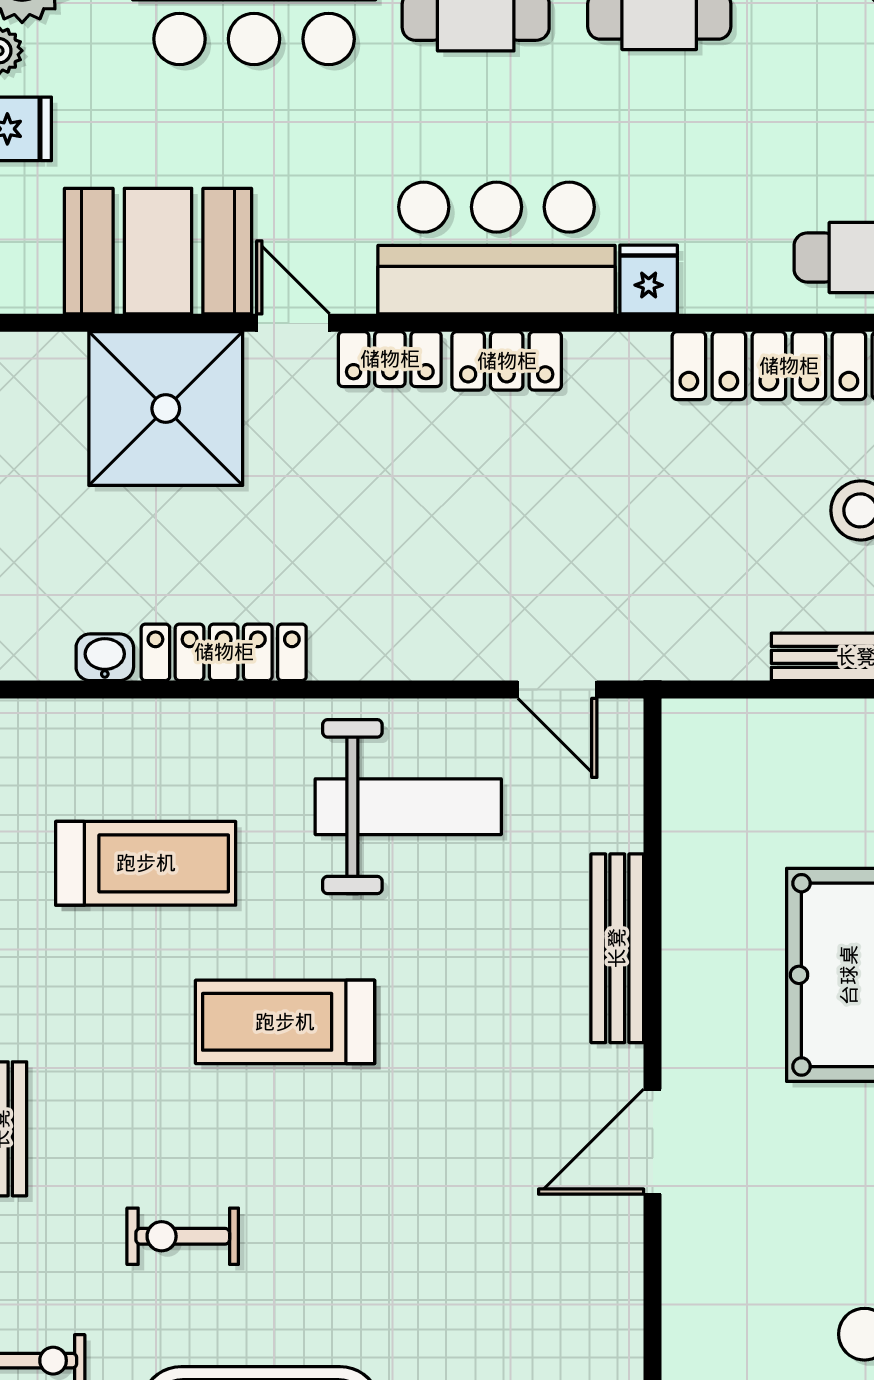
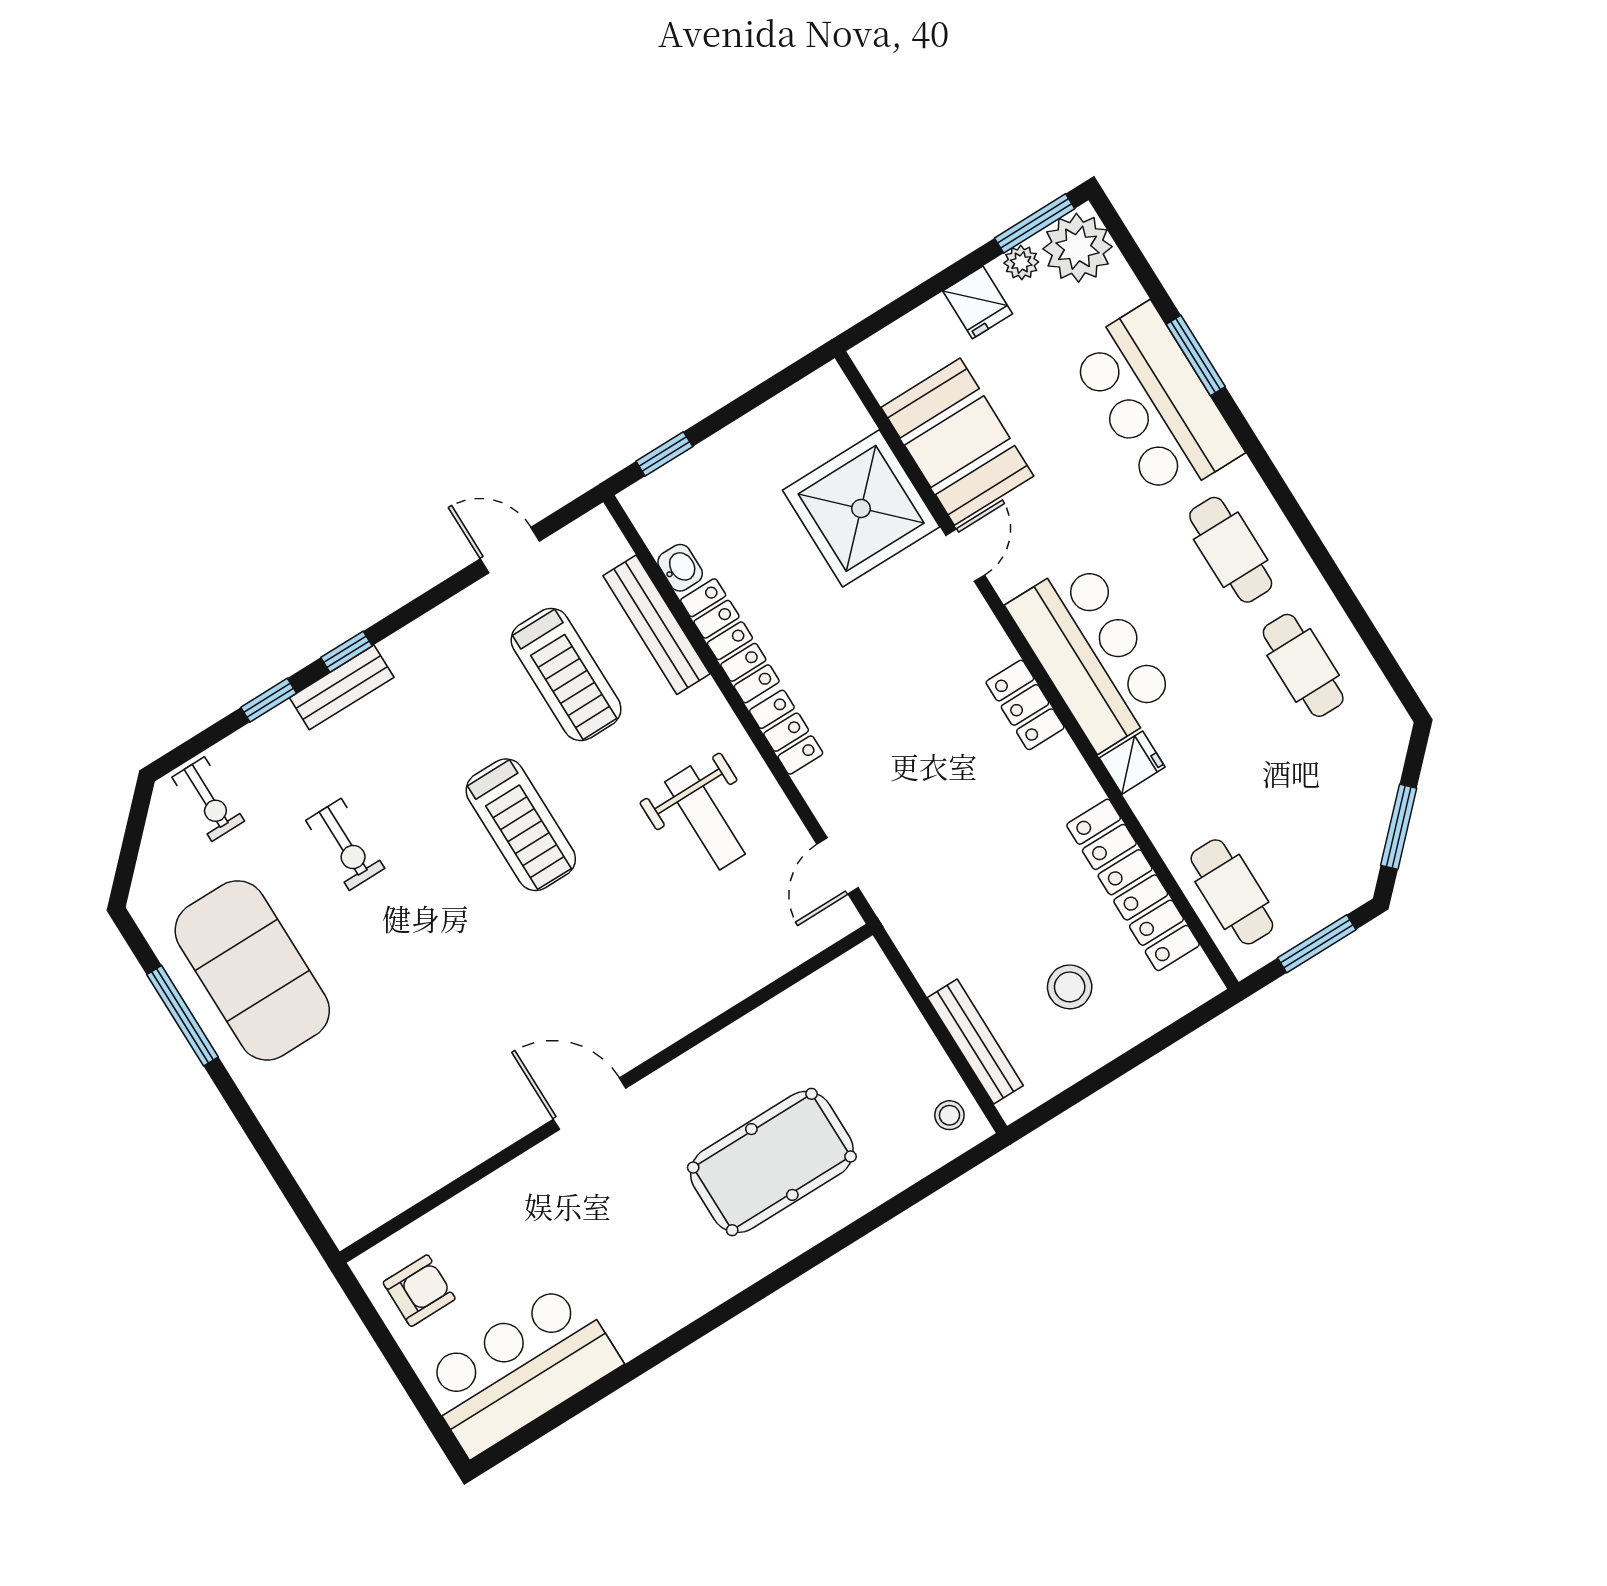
locker: (390, 359) -> (786, 732), moved, turned 180
weight bench: (408, 807) -> (705, 818), width x0.73, depth x0.75
bench: (617, 948) -> (657, 625), moved, turned 90
treadmill: (285, 1022) -> (521, 825), turned 180
exercise bike: (183, 1236) -> (345, 844), turned 180

